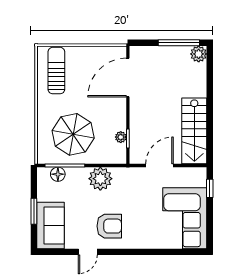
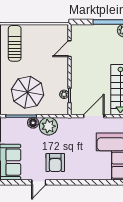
door: (128, 78) -> (70, 49), width x0.53
floor lamp: (58, 174) -> (33, 123), moved
armchair: (109, 226) -> (55, 163), turned 90

